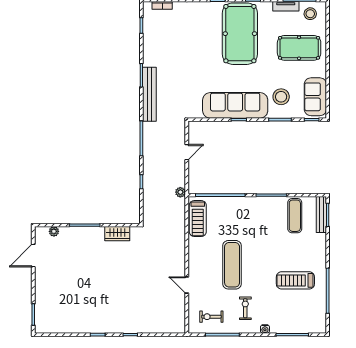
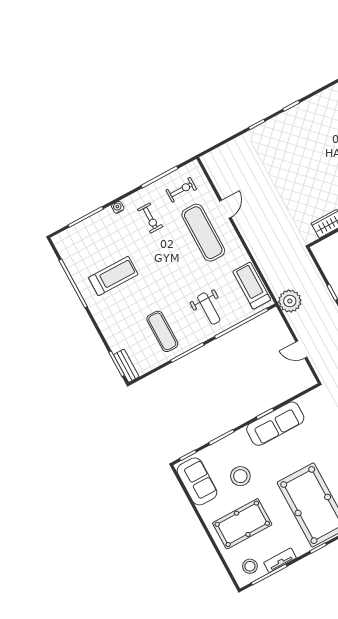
stool: (281, 97) -> (240, 476), moved
sofa: (235, 105) -> (275, 424), width x0.74, depth x0.79
door: (187, 152) -> (301, 349), hinge flipped
plant: (180, 192) -> (290, 301), width x1.88, depth x1.88
bench: (321, 214) -> (126, 366), width x0.73
exercise mat: (295, 216) -> (162, 331), moved
weight bench: (238, 219) -> (209, 309), added
exercise mat: (232, 265) -> (203, 233), moved
door: (187, 285) -> (225, 209), hinge flipped

